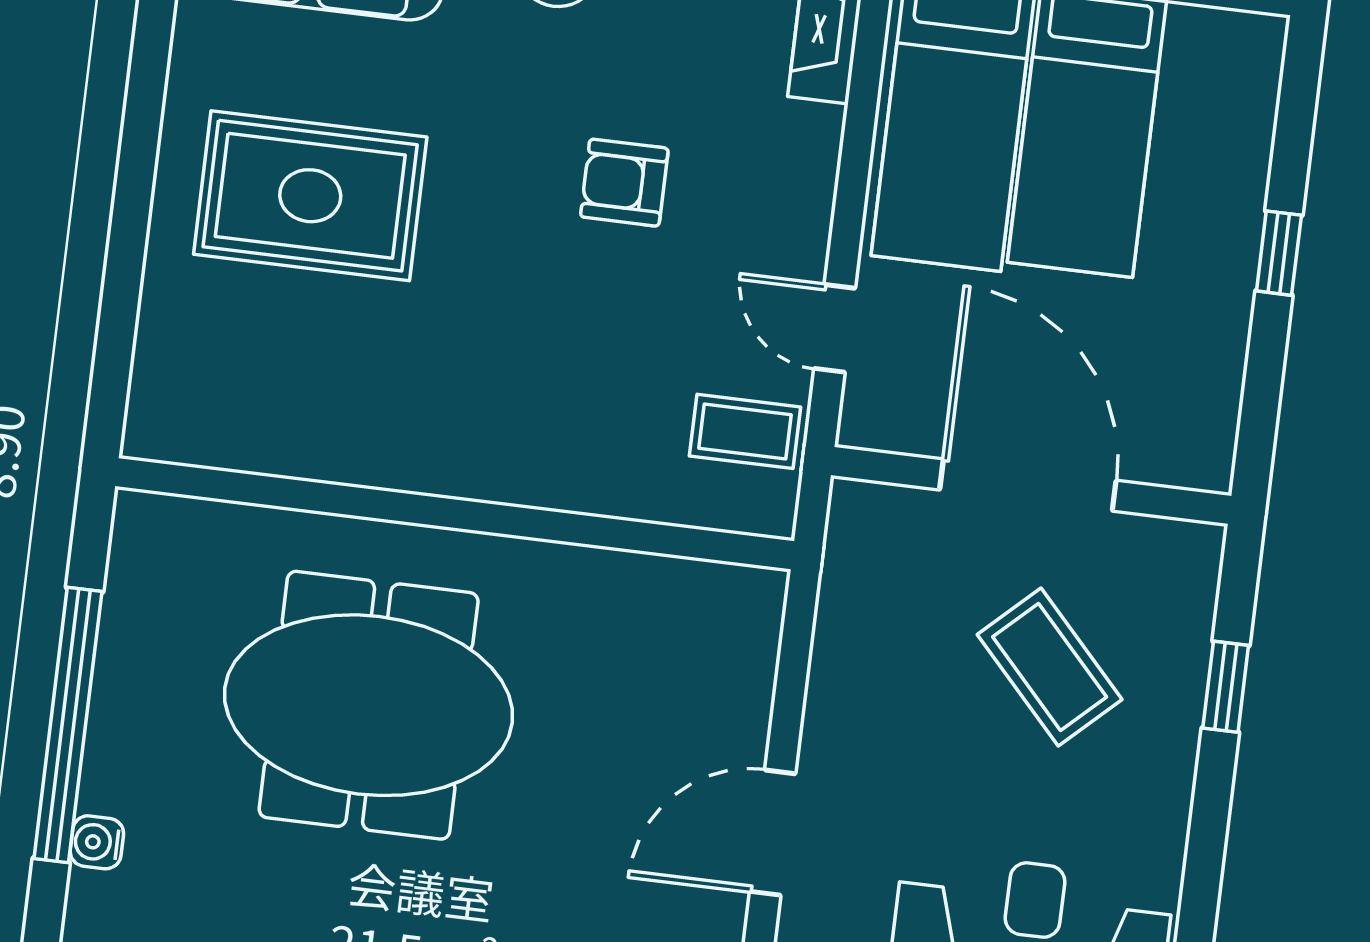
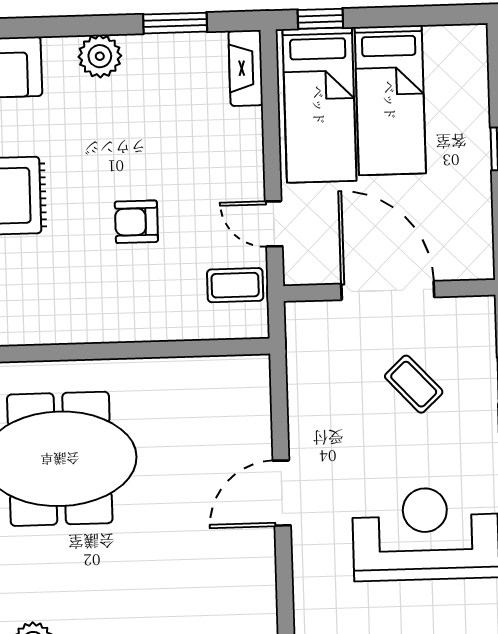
armchair: (624, 183) -> (136, 222), moved
coffee table: (1050, 667) -> (414, 384), width x0.73, depth x0.77

